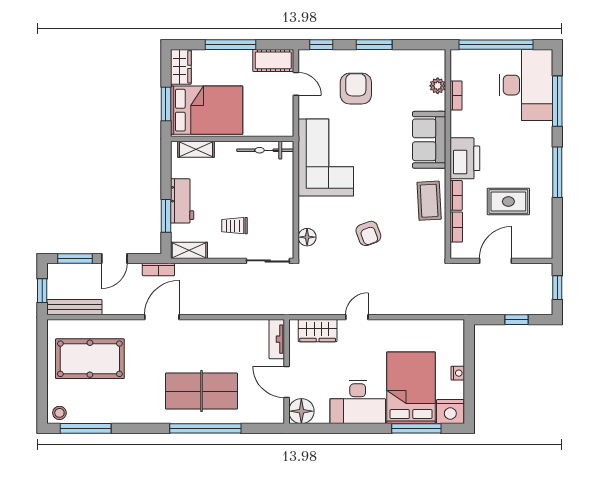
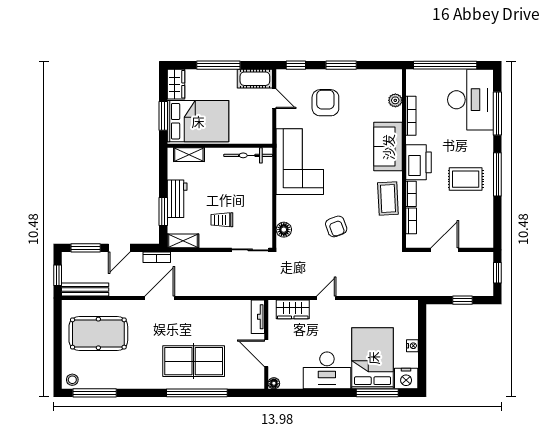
bookcase: (456, 95) -> (411, 116), width x1.56
rug: (508, 201) -> (466, 179), moved
floor lamp: (301, 411) -> (274, 383), width x0.53, depth x0.53

